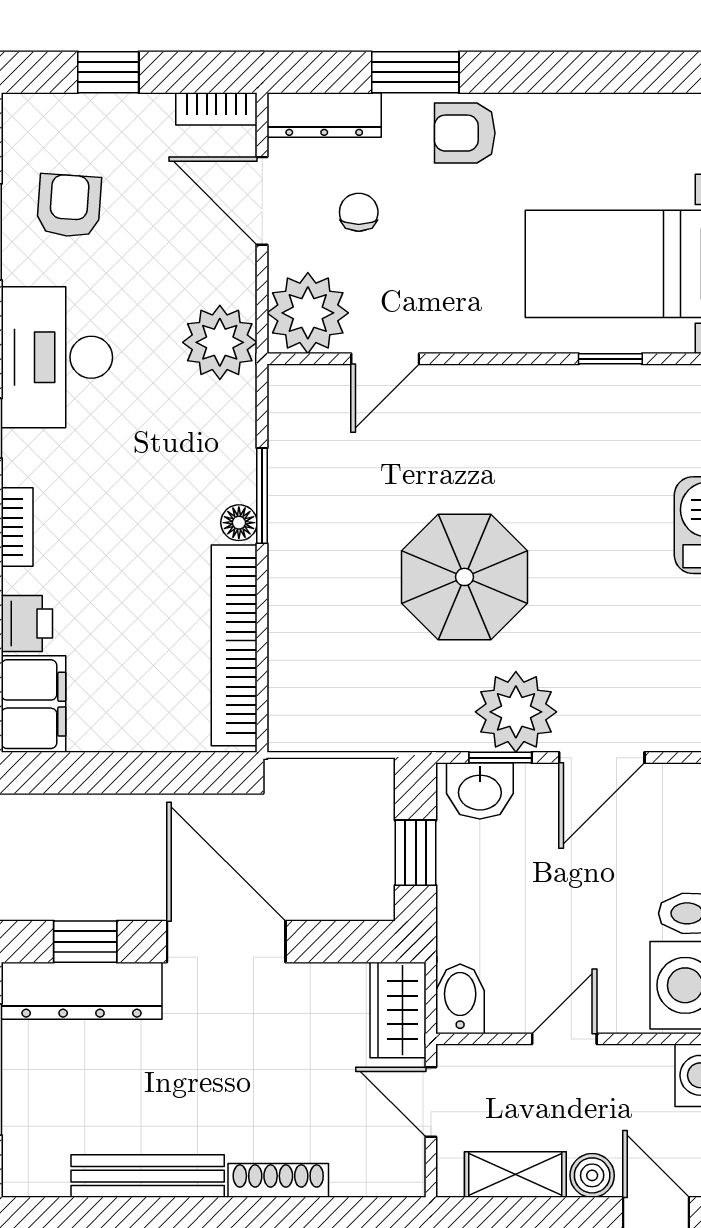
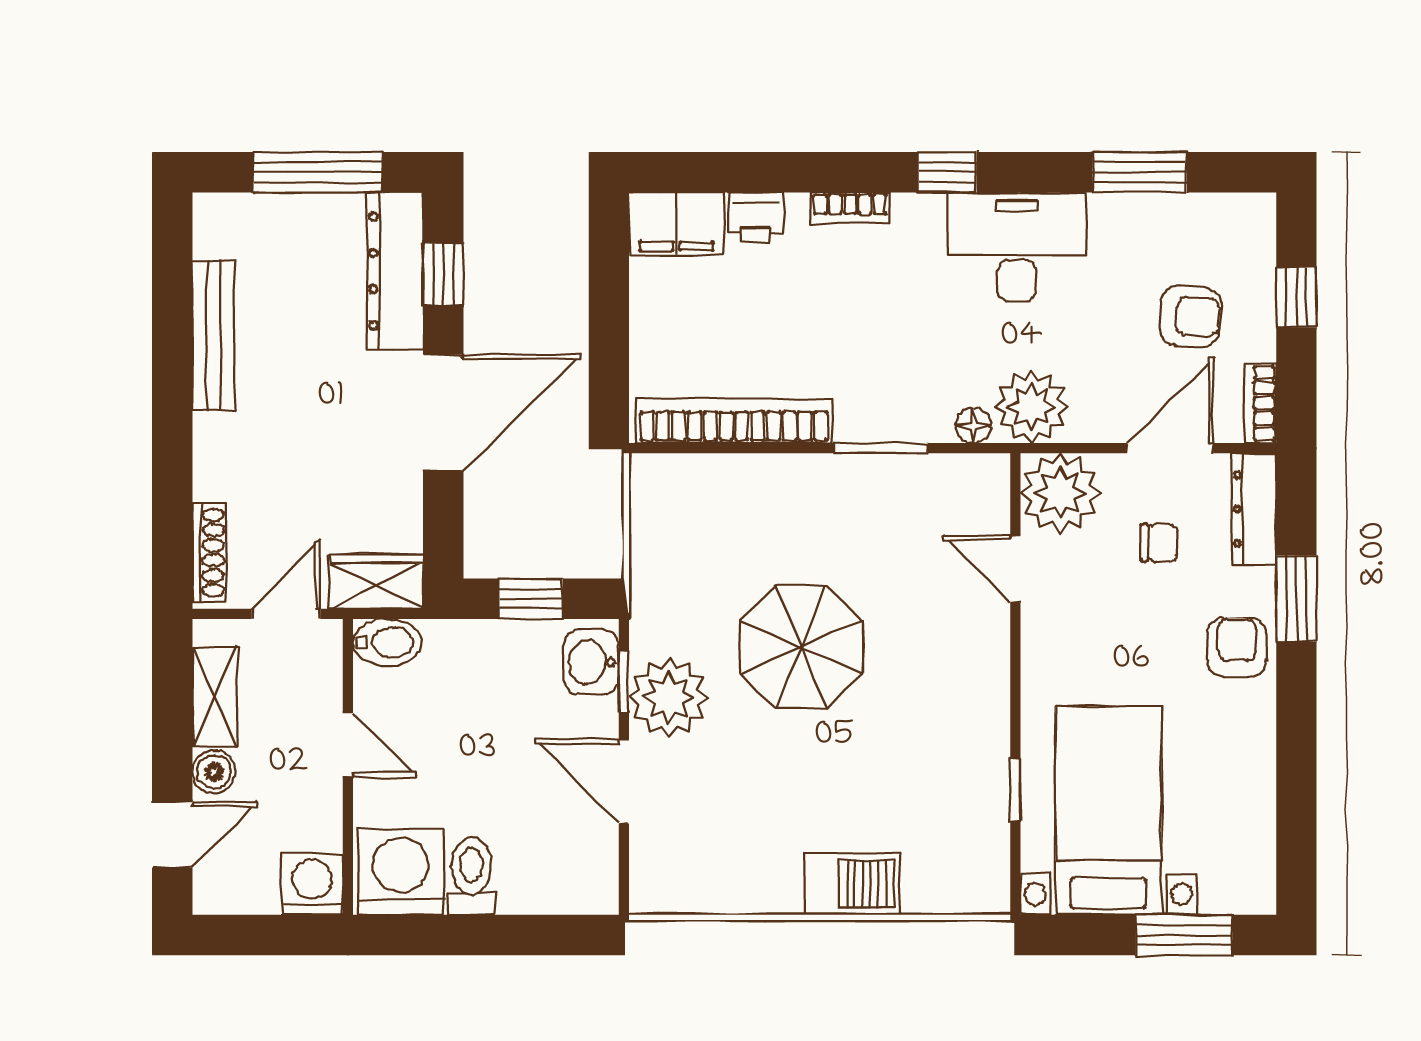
armchair: (69, 206) -> (1190, 317), moved
floor lamp: (239, 523) -> (973, 425), moved
shoe rack: (278, 1180) -> (209, 553), moved

